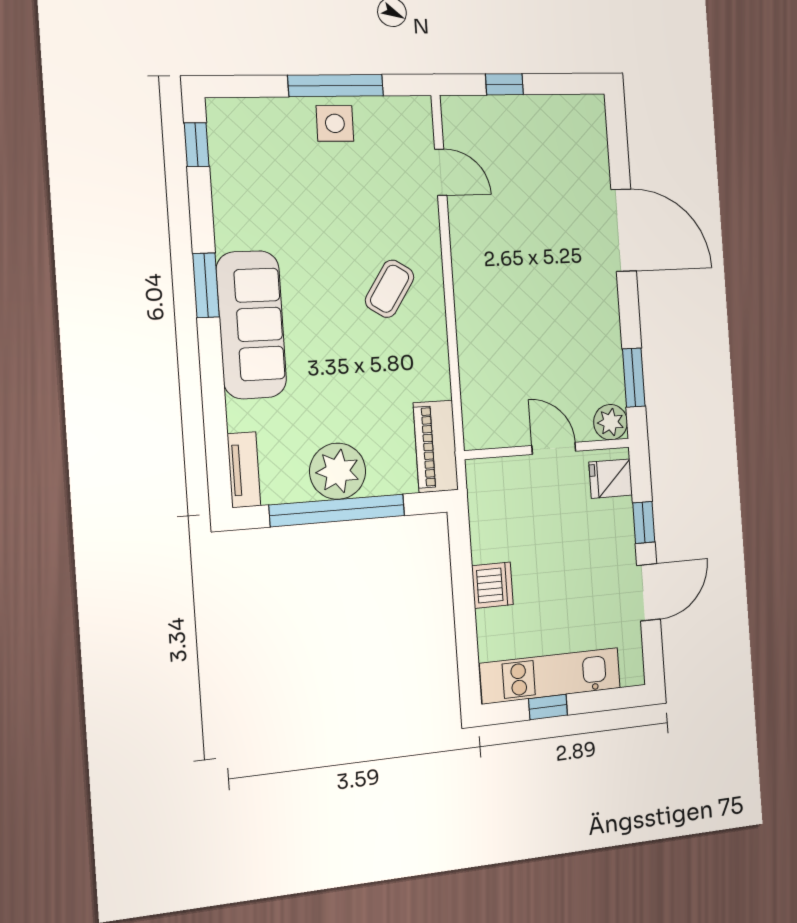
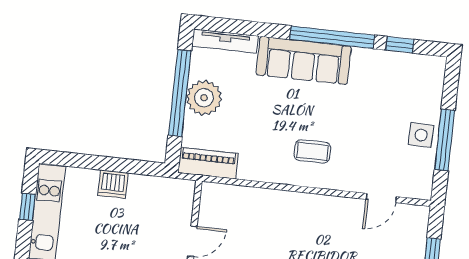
window: (197, 145) -> (400, 45), moved
window: (206, 285) -> (332, 37), width x2.11
coffee table: (390, 289) -> (312, 151), turned -33
tv unit: (244, 470) -> (225, 41), width x1.41

